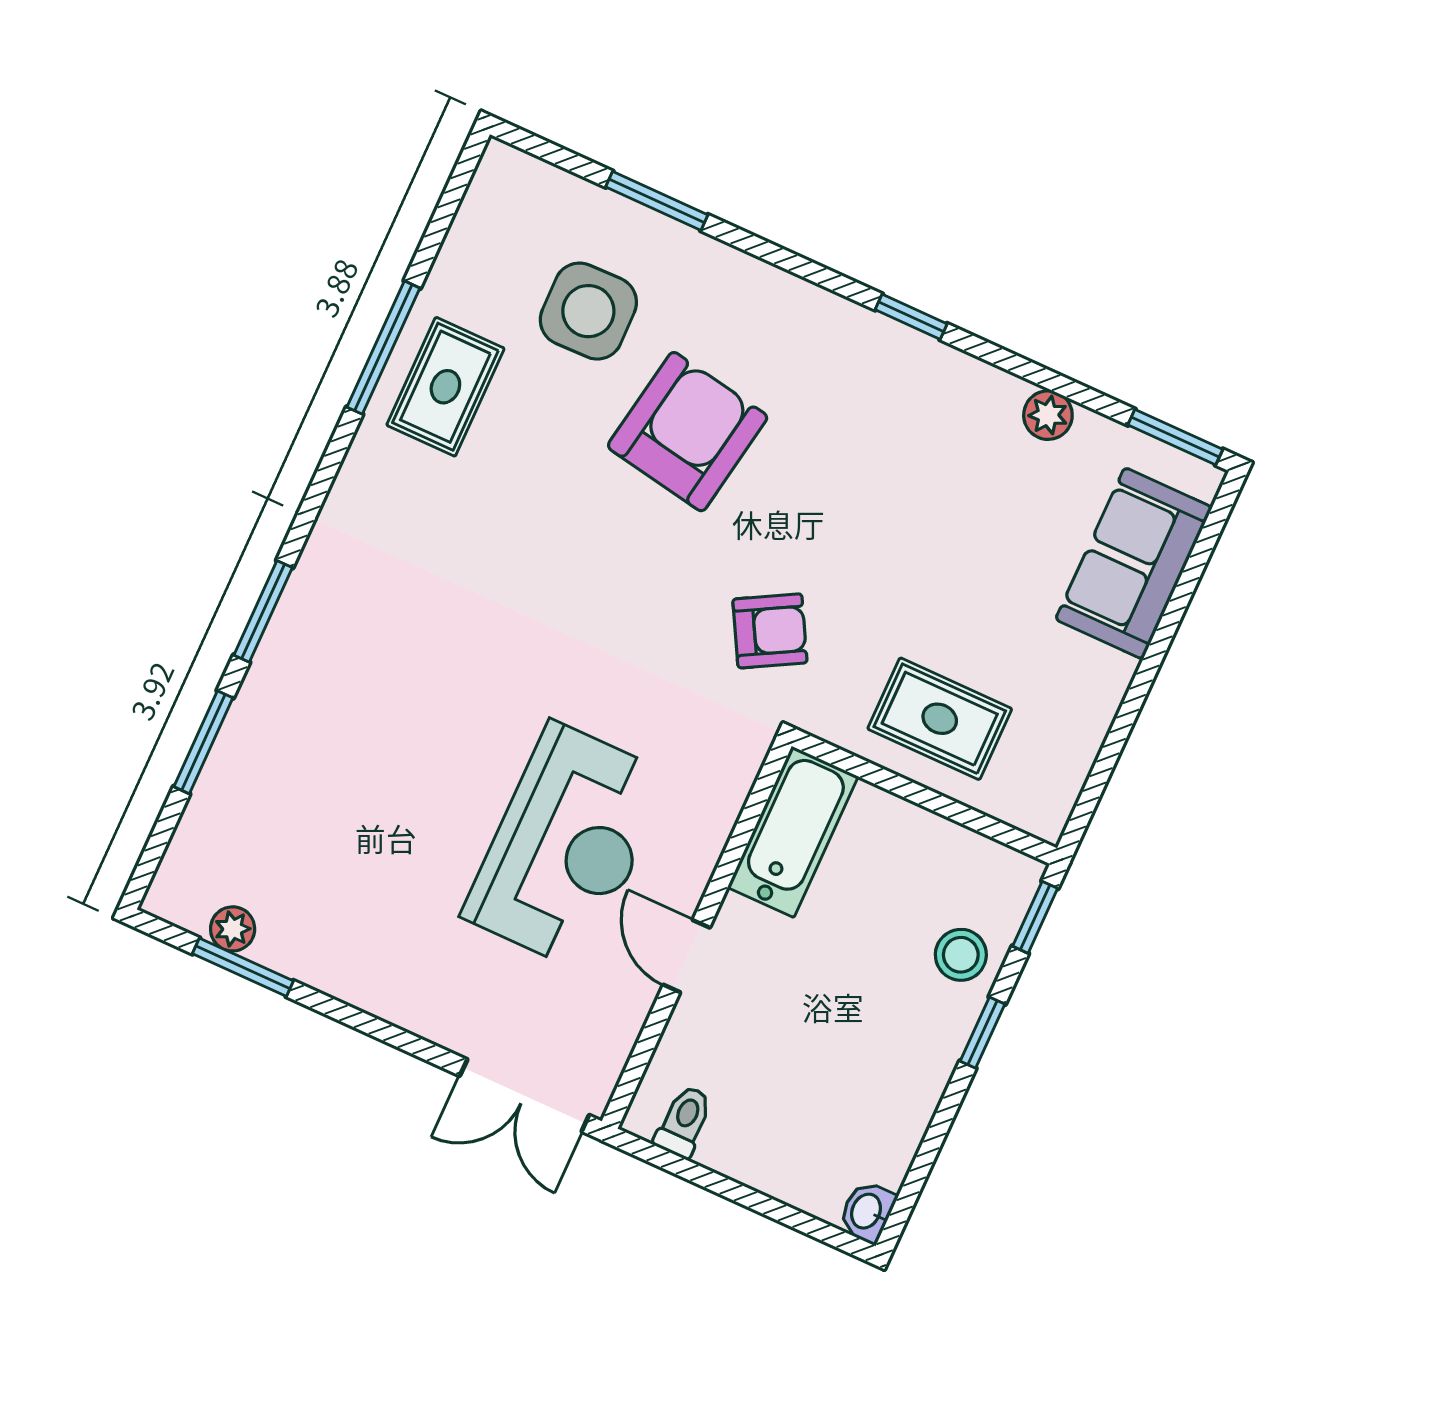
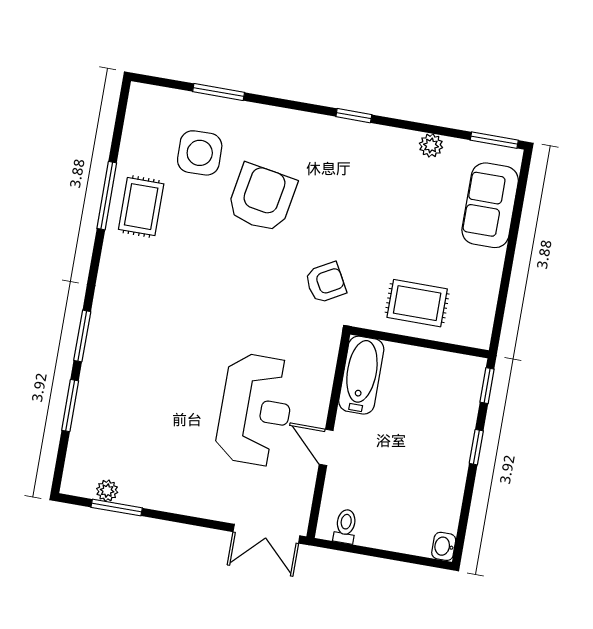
stool: (961, 955) -> (456, 413), removed

